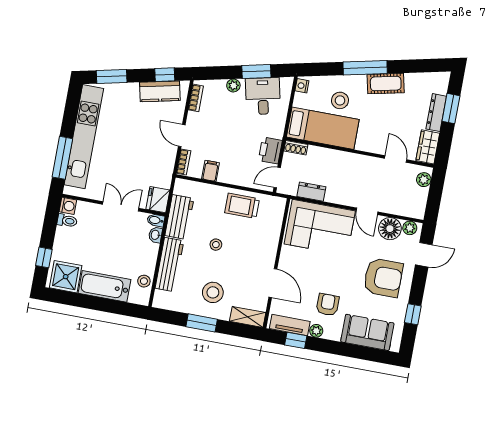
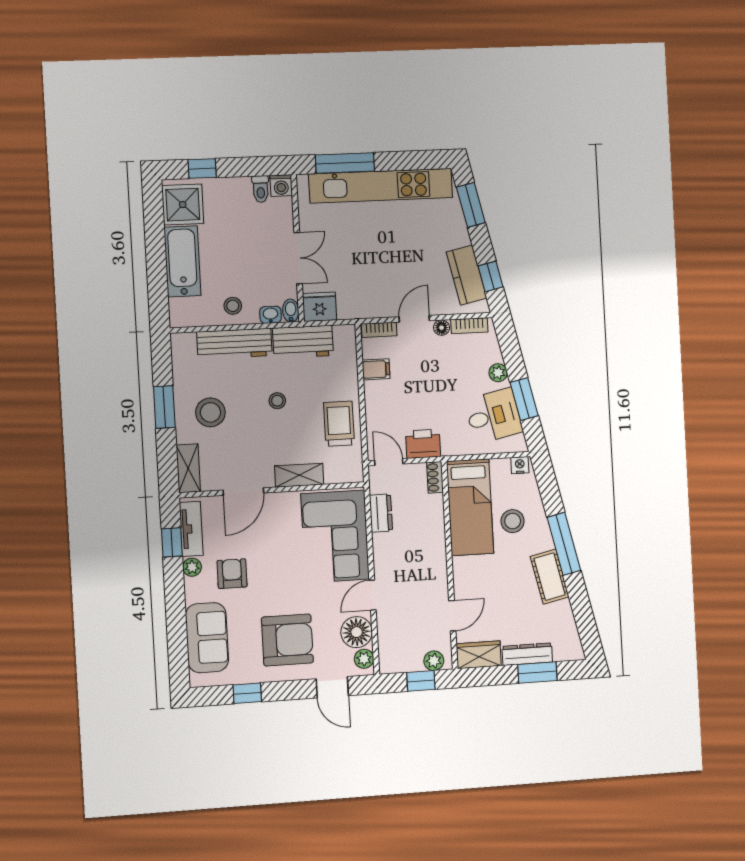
floor lamp: (192, 118) -> (442, 328), added
window: (435, 192) -> (421, 681), added
shelving: (271, 242) -> (299, 475), added
armchair: (383, 278) -> (287, 640), turned -90
stool: (144, 281) -> (233, 306), moved
armchair: (328, 305) -> (232, 574), turned -90

